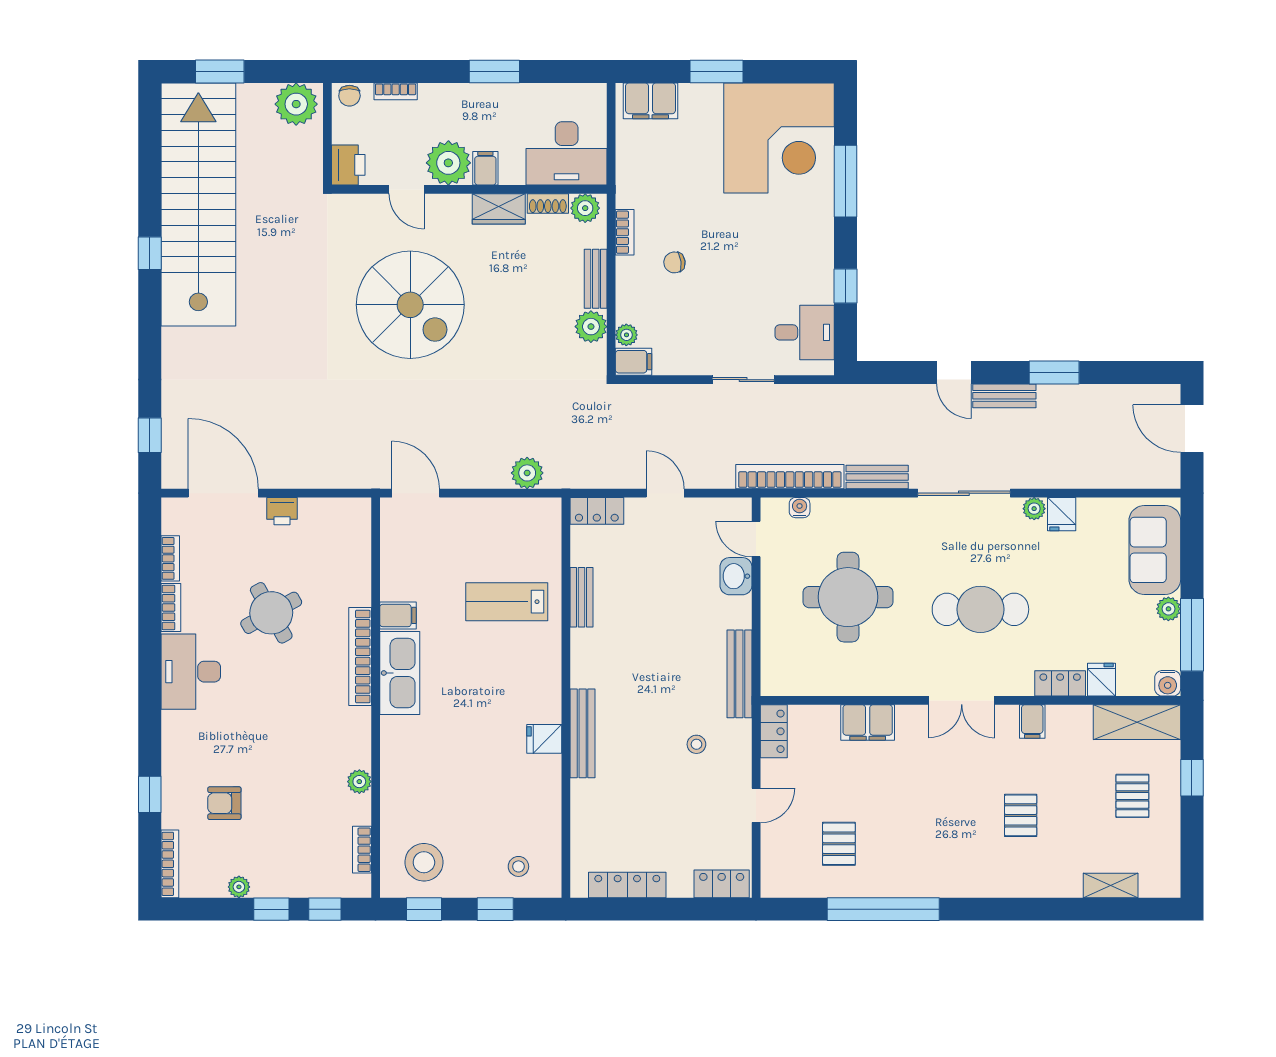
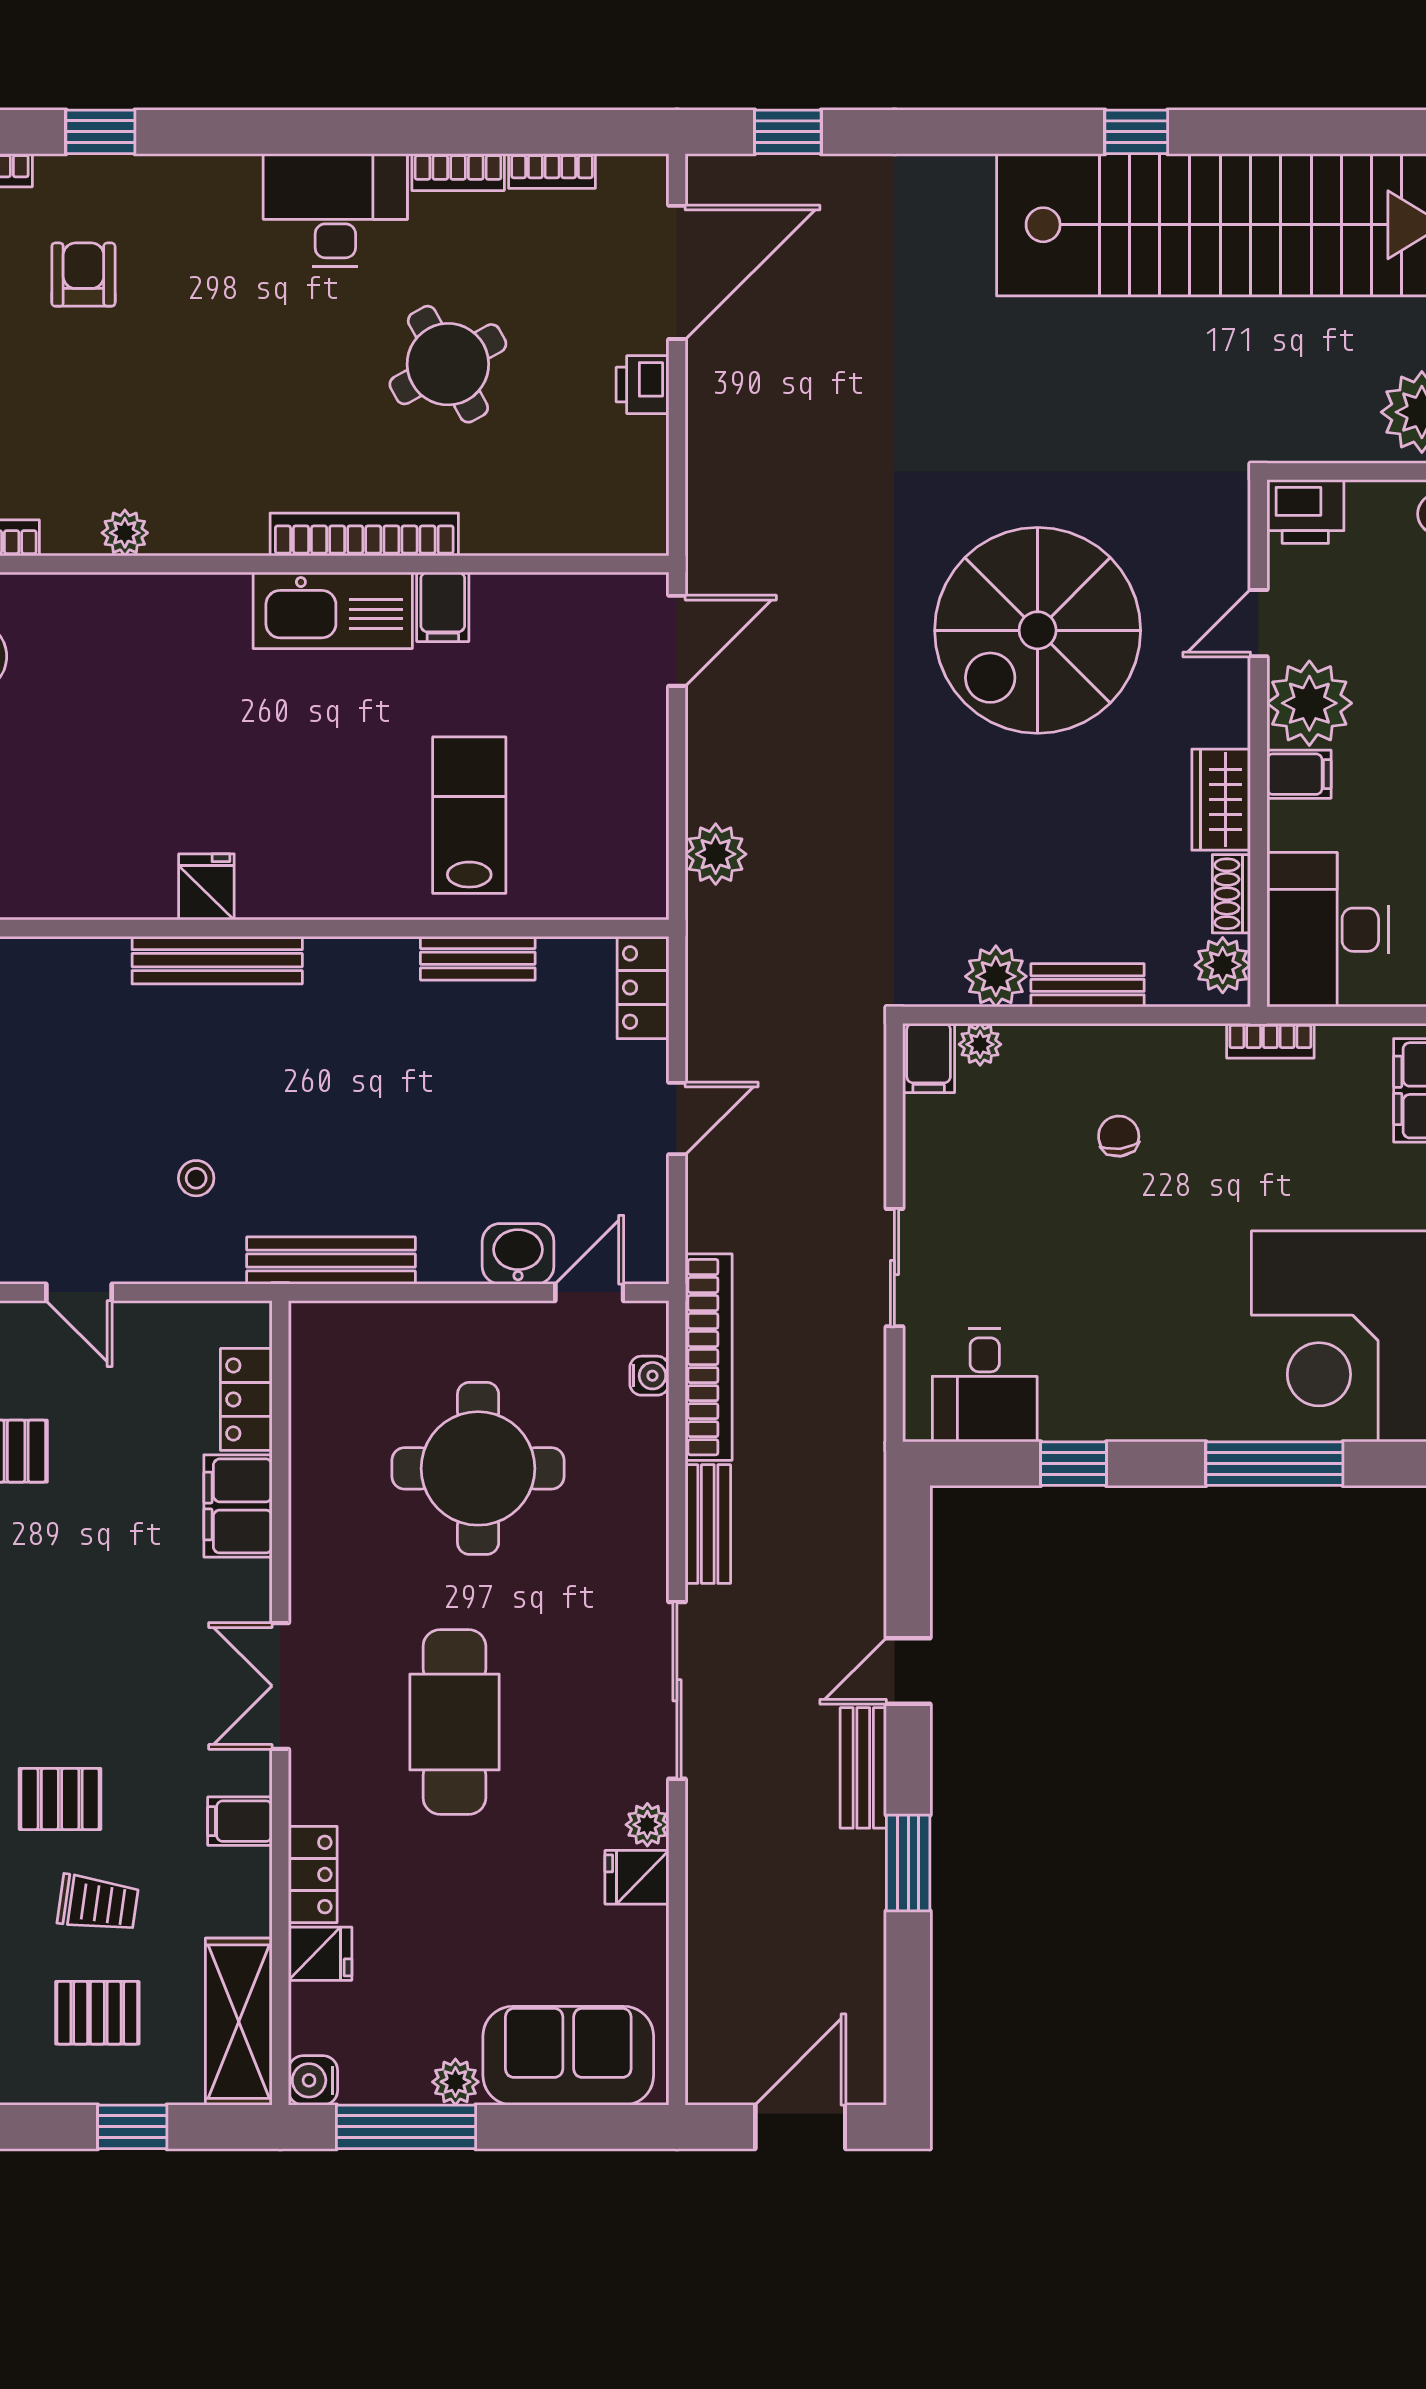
bookcase: (625, 232) -> (1270, 1041), moved
locker: (774, 731) -> (246, 1399), moved, turned 90
trolley: (1075, 796) -> (98, 1904), added

